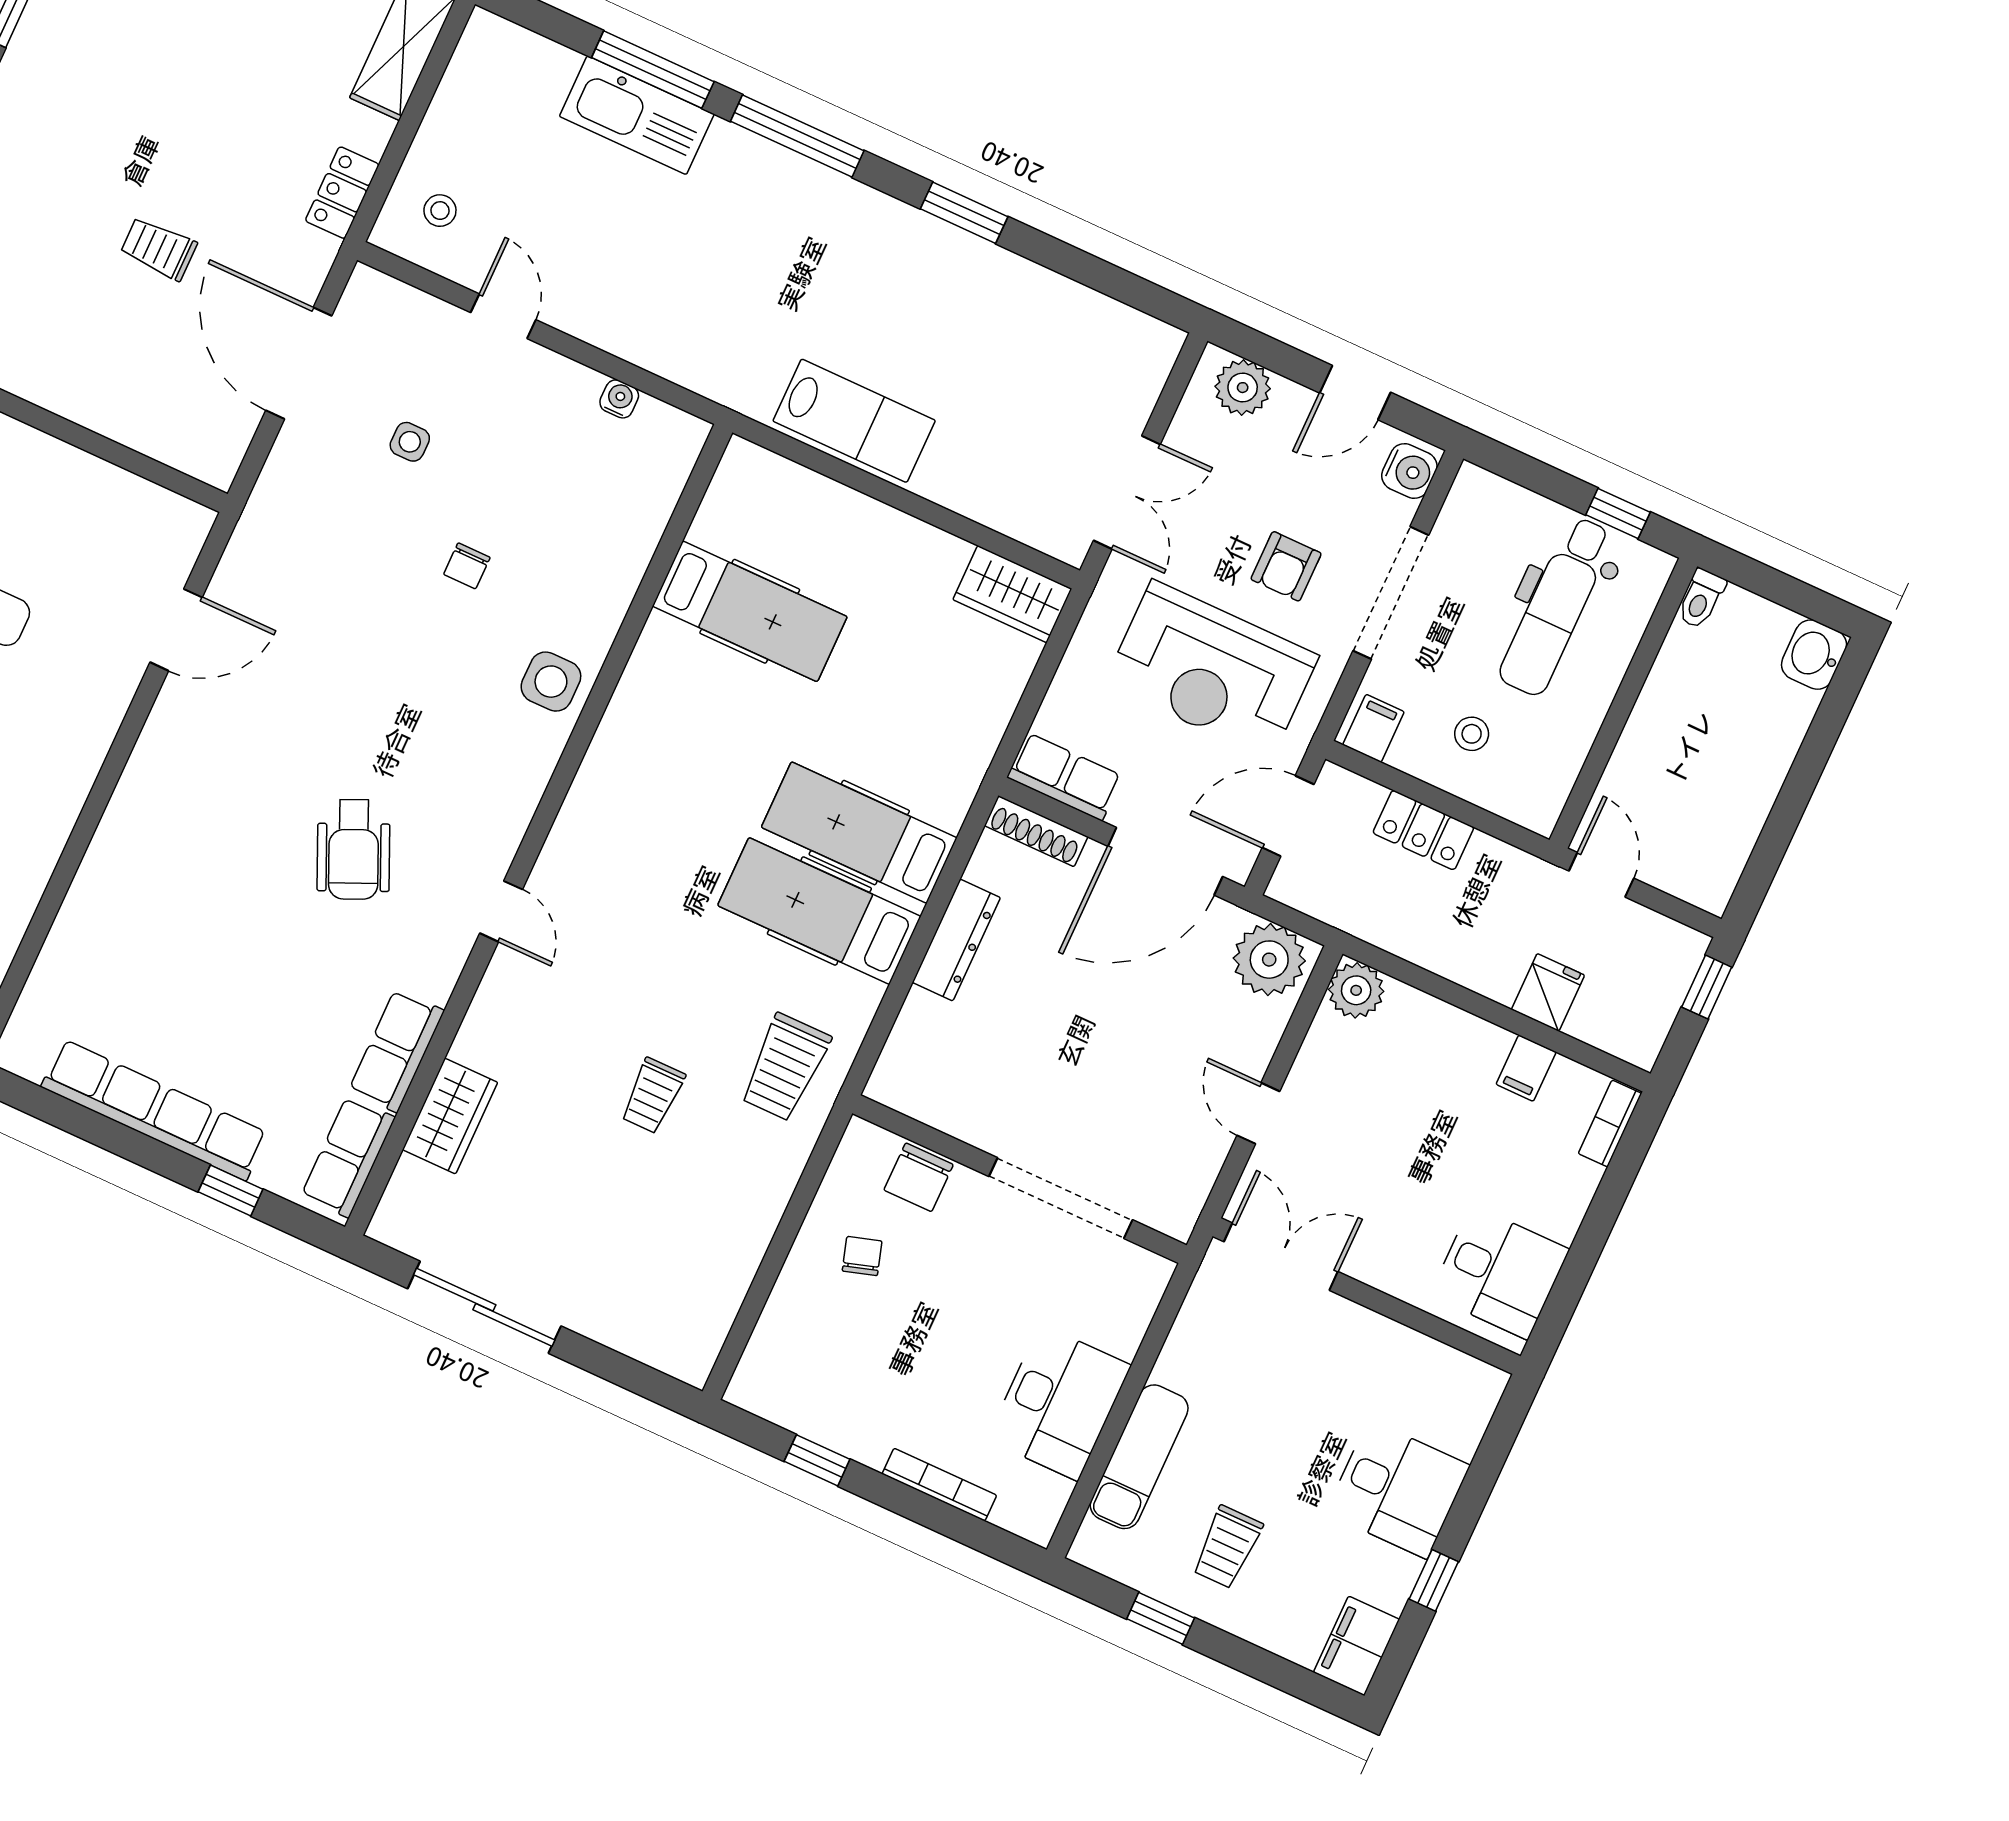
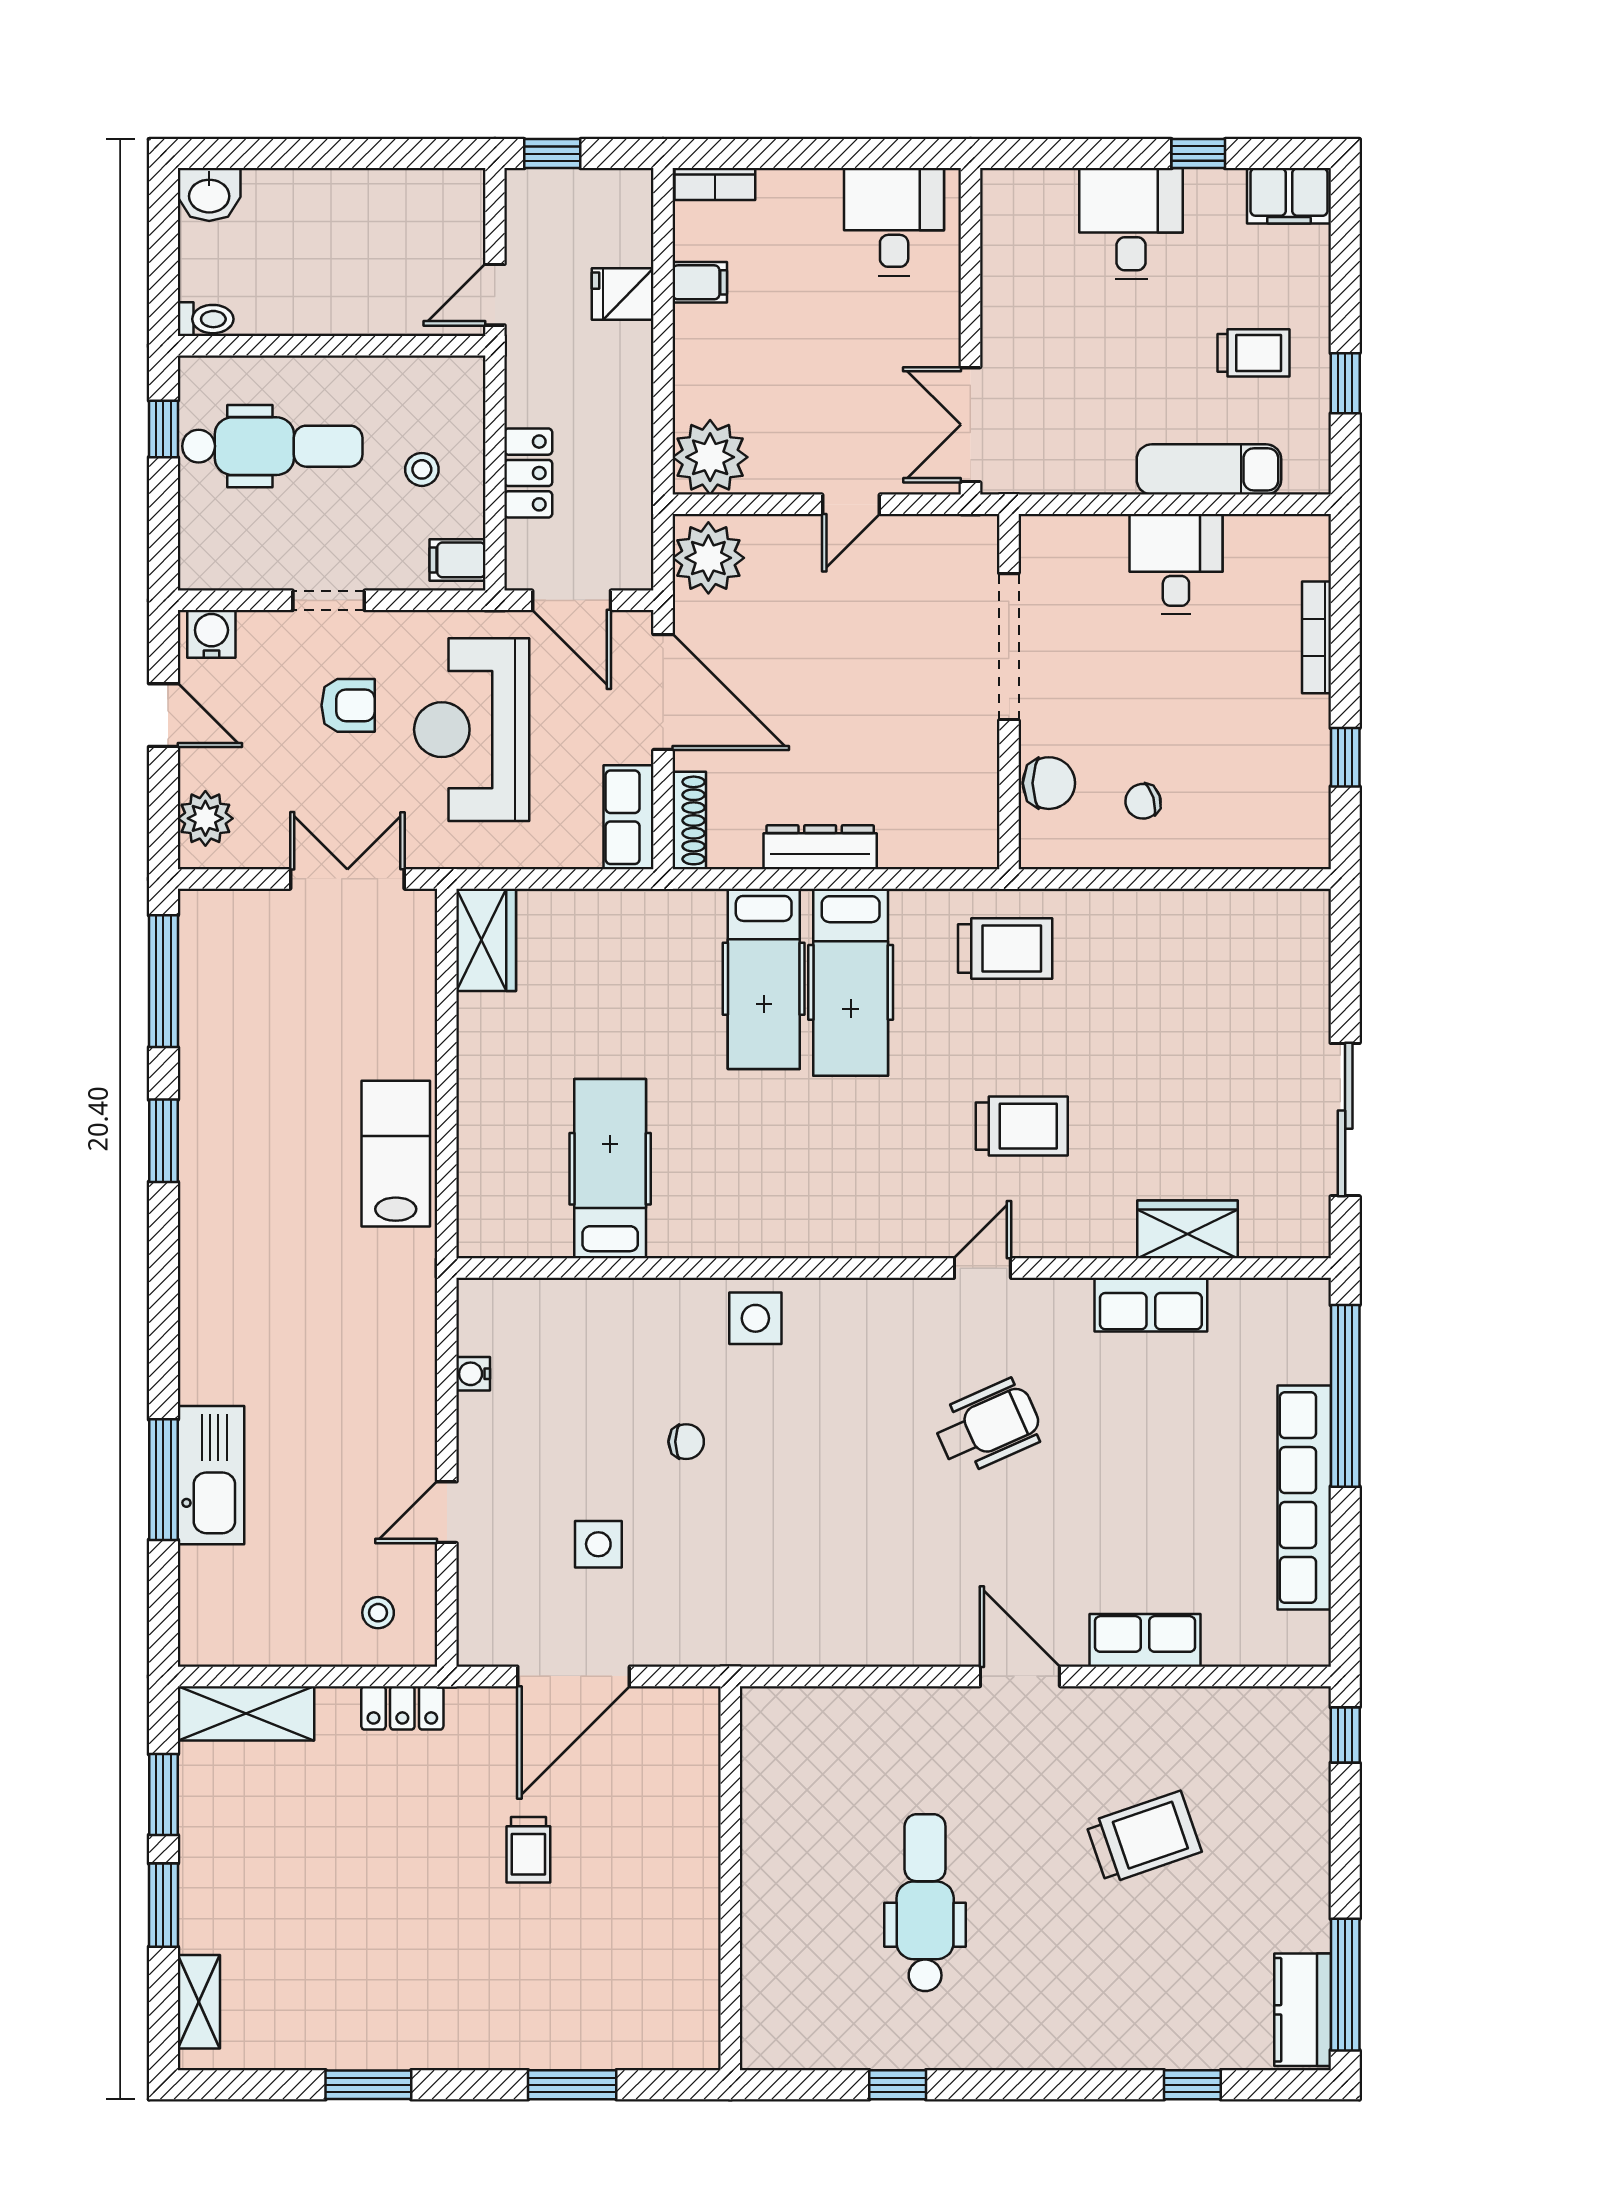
window: (797, 136) -> (163, 981), moved
side table: (410, 442) -> (598, 1544), width x1.37, depth x1.37
doorway: (1391, 593) -> (329, 600), width x0.53
door: (176, 630) -> (1020, 1676), moved
reception desk: (1212, 670) -> (472, 730), turned 180
plant: (1356, 990) -> (710, 457), width x1.36, depth x1.36
trolley: (653, 1096) -> (1022, 1126), moved, width x1.36, depth x1.39
row of seats: (348, 1157) -> (1145, 1640), moved, turned 180
window: (231, 1191) -> (1345, 1396), width x3.17
desk: (1059, 1402) -> (1176, 564), width x0.73

